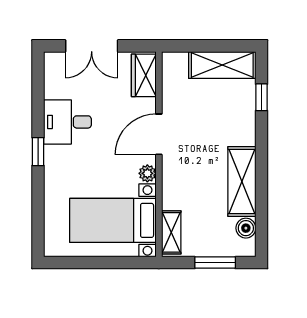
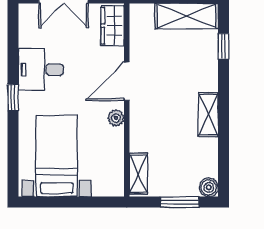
shelving: (242, 181) -> (208, 115), width x0.67, depth x0.75
bed with nightstands: (113, 220) -> (57, 156), moved, turned 90
boiler: (246, 228) -> (209, 187), moved

